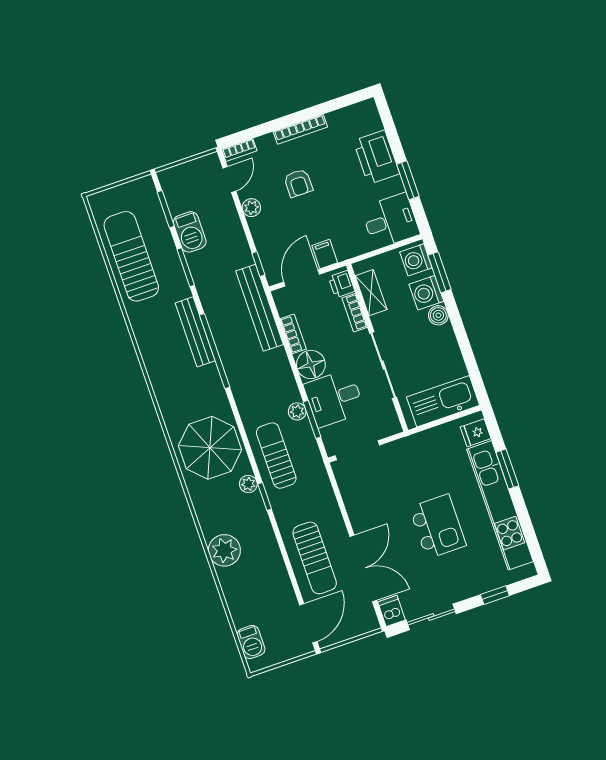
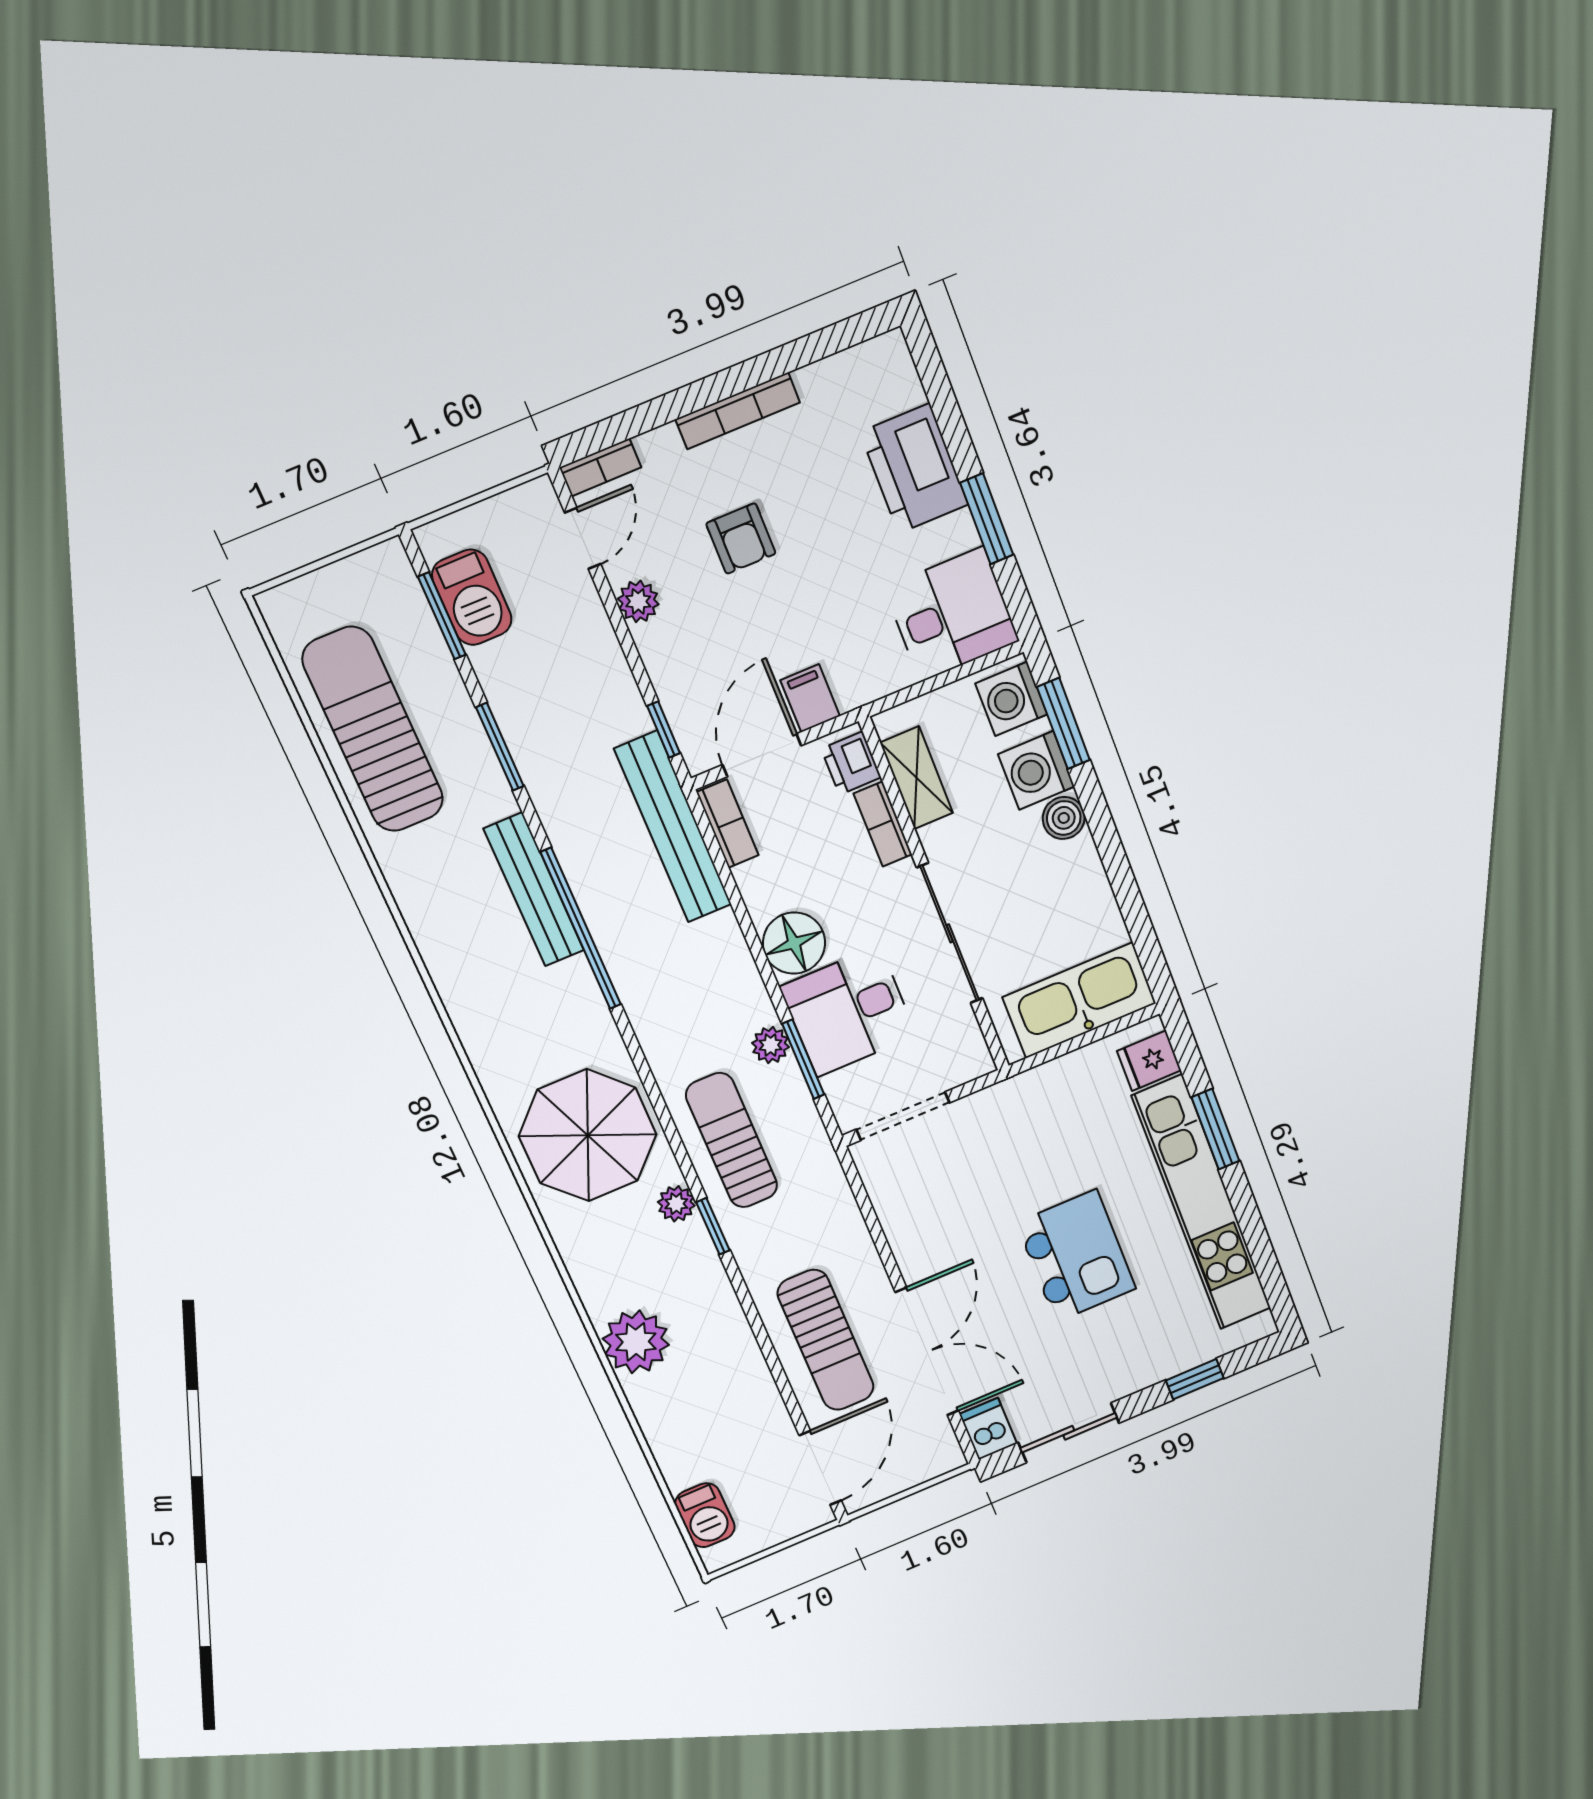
barbecue: (190, 232) -> (472, 597), moved
bookcase: (293, 334) -> (728, 824), moved

